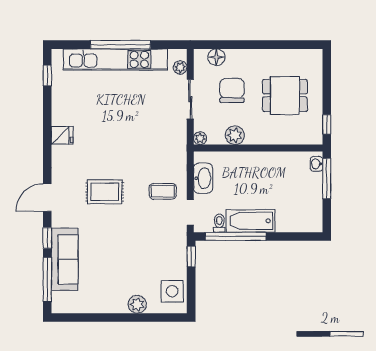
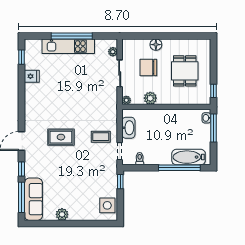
floor lamp: (216, 57) -> (156, 45), moved
kitchen unit: (115, 60) -> (68, 46), width x0.73
chair: (232, 90) -> (148, 67), turned -90
dining table: (285, 95) -> (185, 71), turned 90
fridge: (62, 135) -> (32, 76), moved
bathtub: (251, 221) -> (189, 157), moved
window: (236, 236) -> (179, 168), moved
sofa: (65, 259) -> (33, 199), moved
plant: (137, 304) -> (62, 214), moved

